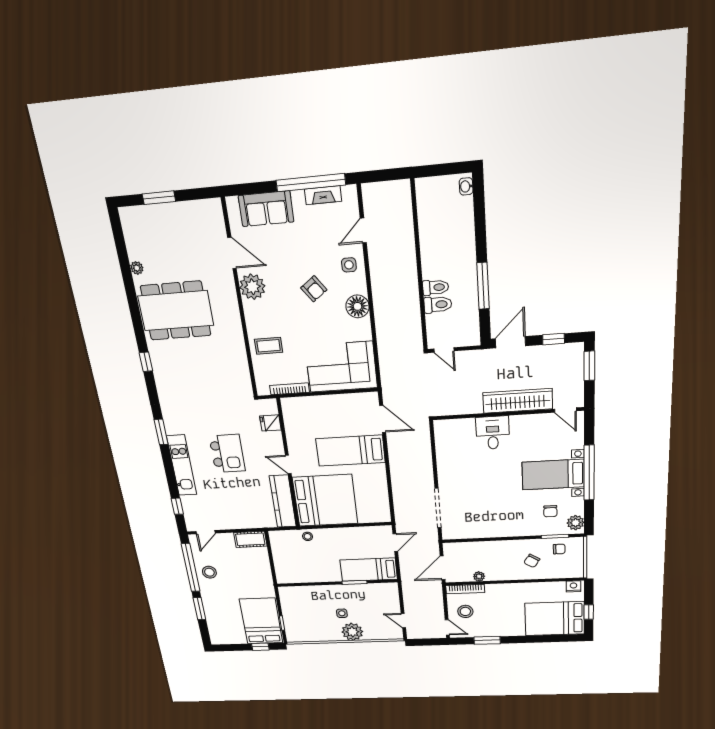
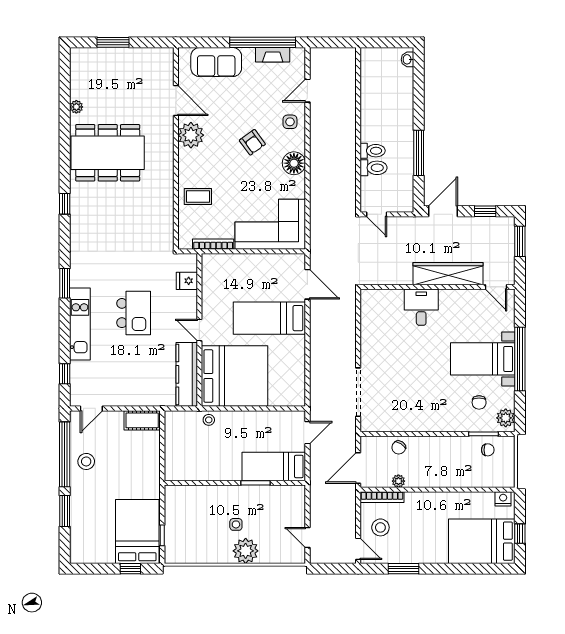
chair: (532, 561) -> (399, 447), moved

